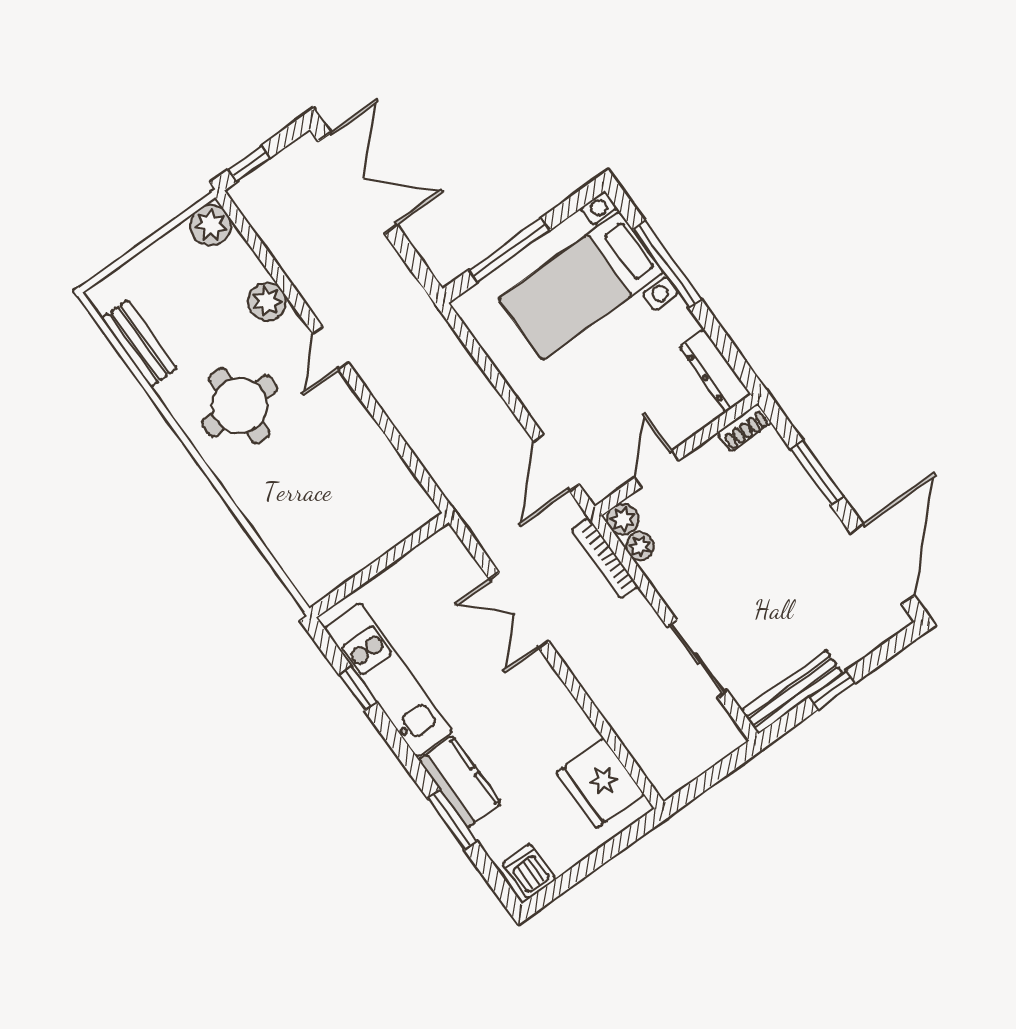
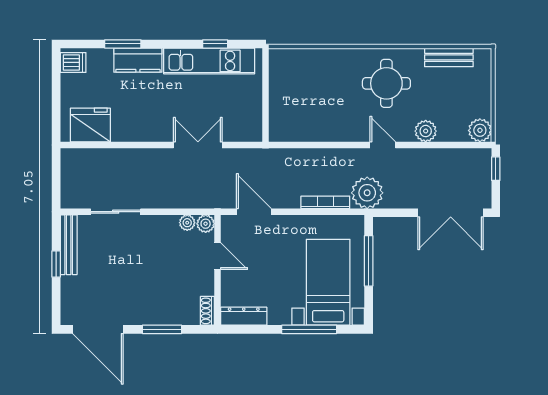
plant: (414, 322) -> (367, 193), added
bookcase: (605, 558) -> (325, 202), moved

